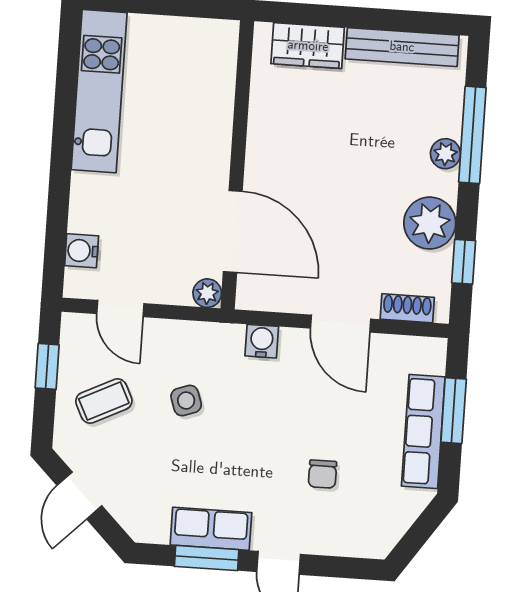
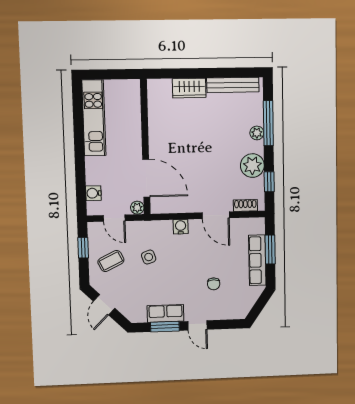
wall: (237, 165) -> (145, 147), moved
door: (233, 231) -> (146, 178), moved
plant: (207, 293) -> (137, 208), moved

